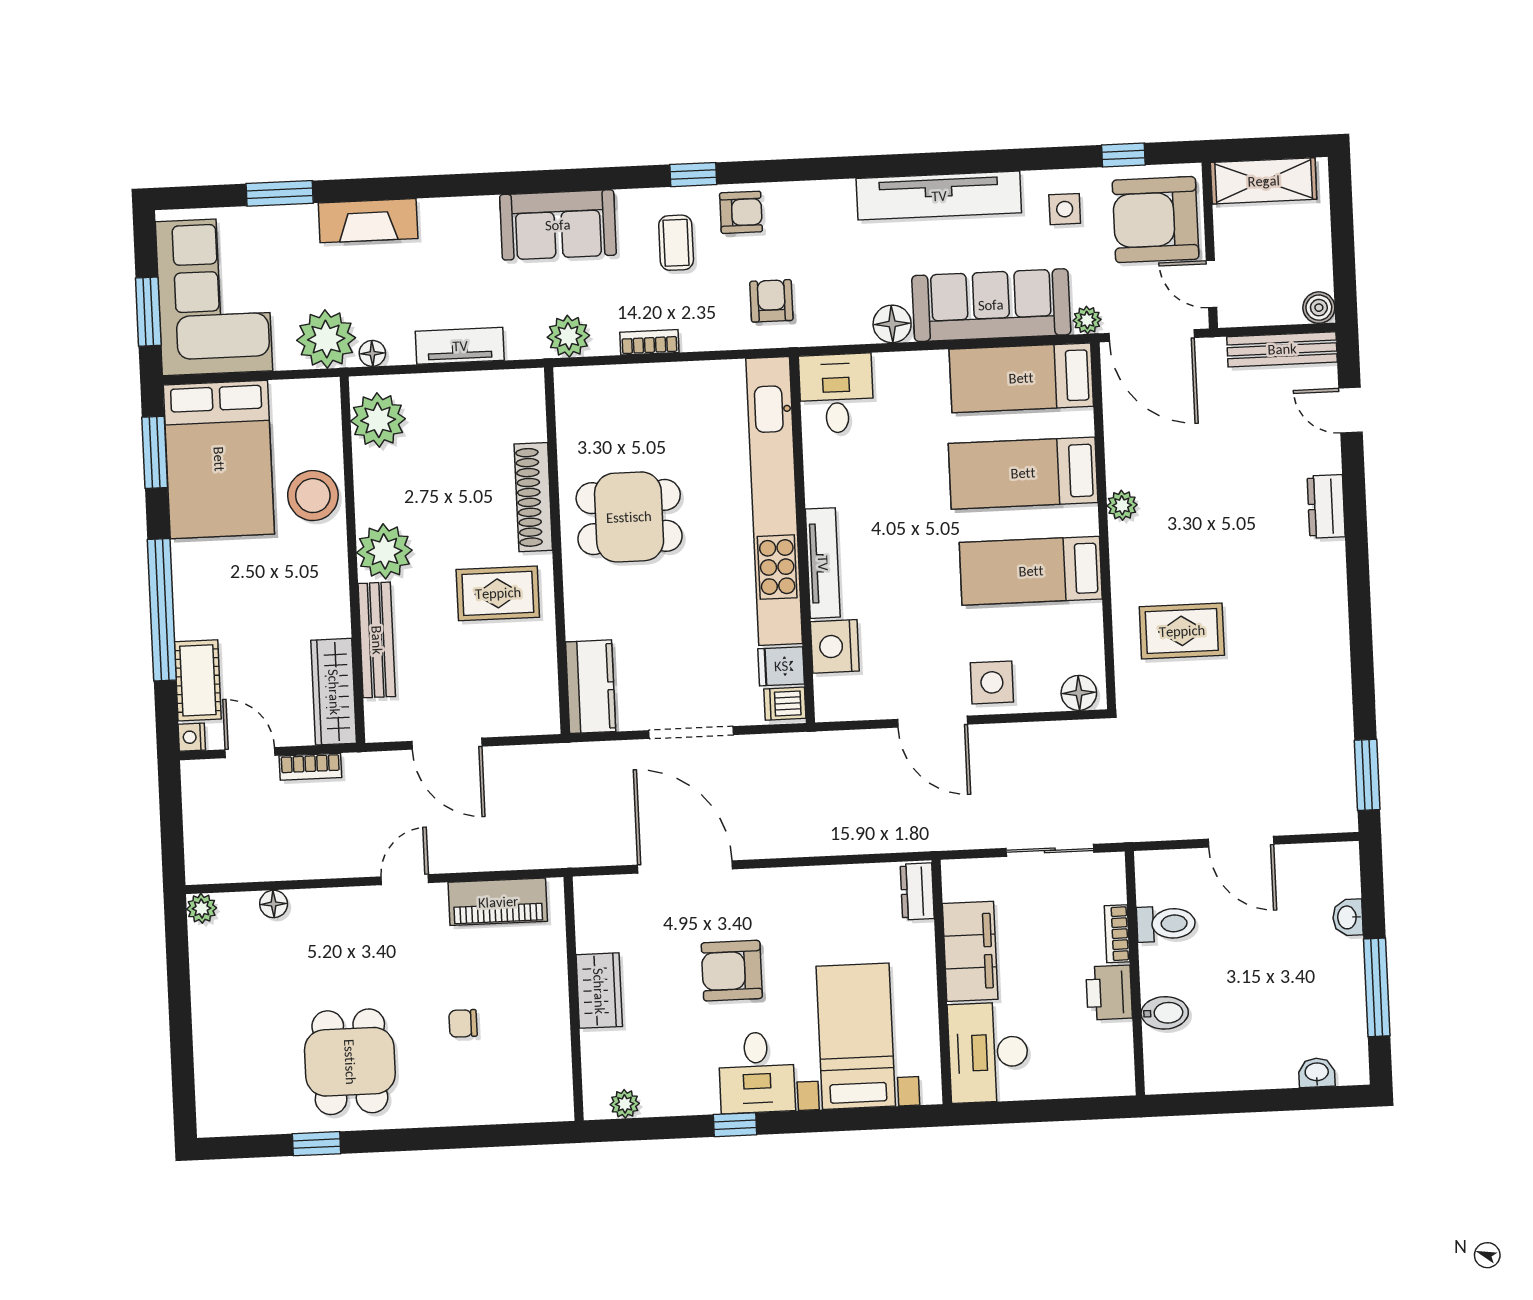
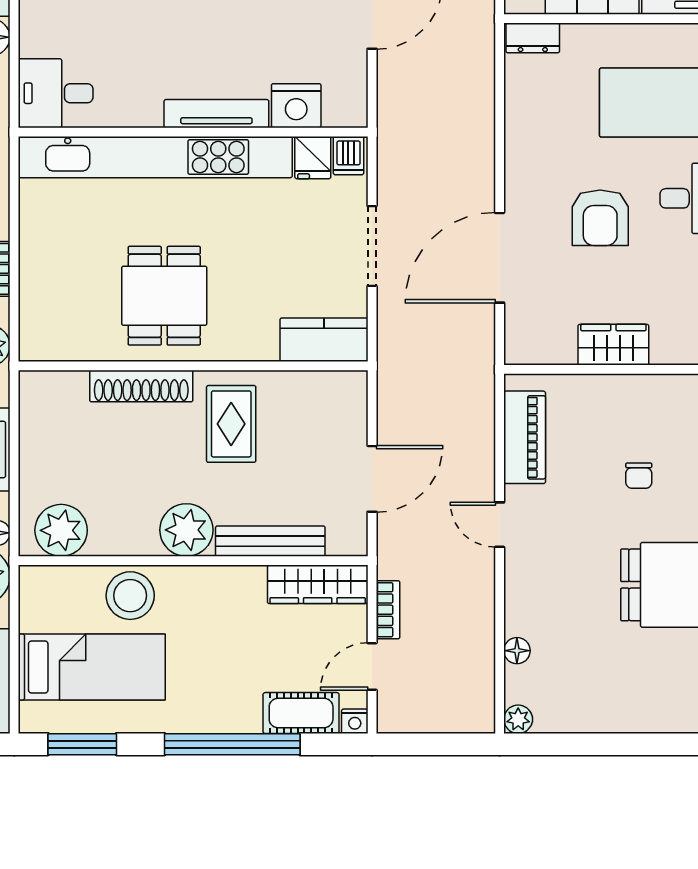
bed: (219, 459) -> (92, 667), width x0.67

